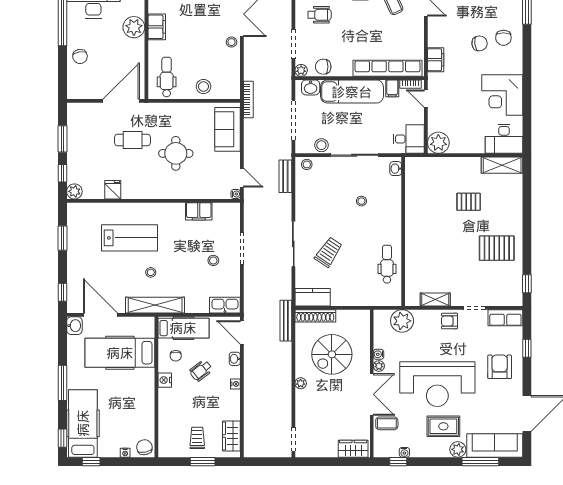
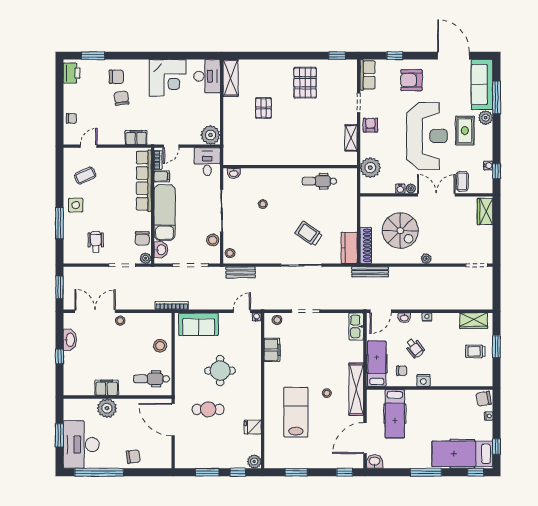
cafe table: (133, 140) -> (208, 409), turned 90
stool: (213, 260) -> (277, 320), moved
armchair: (449, 321) -> (370, 125), turned 180
hospital bed: (120, 353) -> (395, 414), width x0.73, depth x0.78

